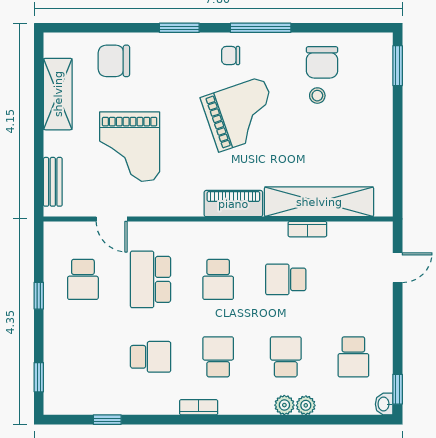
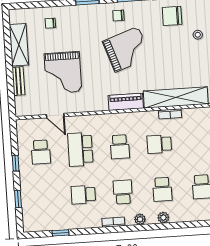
chair: (114, 61) -> (50, 23), width x0.54, depth x0.54
chair: (322, 62) -> (172, 16), turned 90
stool: (317, 96) -> (198, 35), moved
bench: (53, 182) -> (18, 81), moved
school desk: (151, 357) -> (83, 195), turned 180
school desk: (286, 357) -> (162, 189), turned 180
window: (39, 377) -> (18, 199), moved
plant: (306, 405) -> (140, 219), moved

